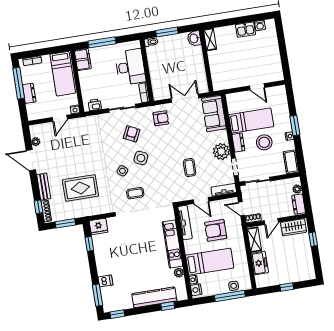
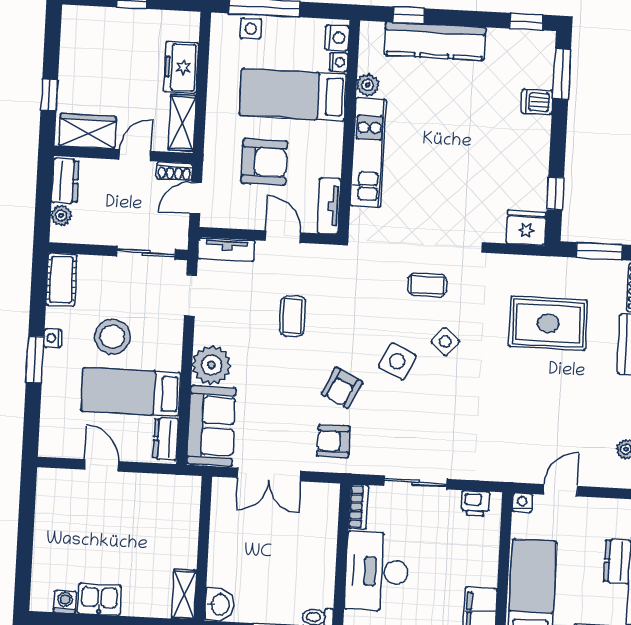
armchair: (132, 134) -> (342, 388), moved
dresser: (238, 143) -> (166, 439), moved
plant: (221, 151) -> (212, 365), moved
door: (241, 209) -> (196, 198), swing flipped
tv unit: (185, 223) -> (329, 206), width x0.71

